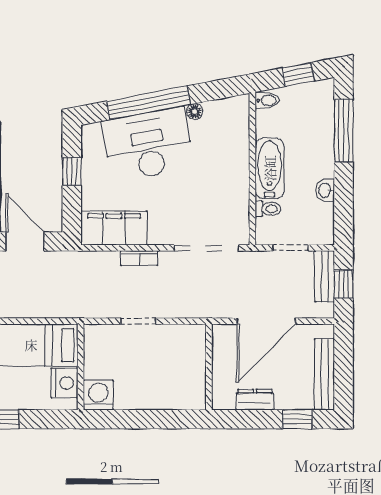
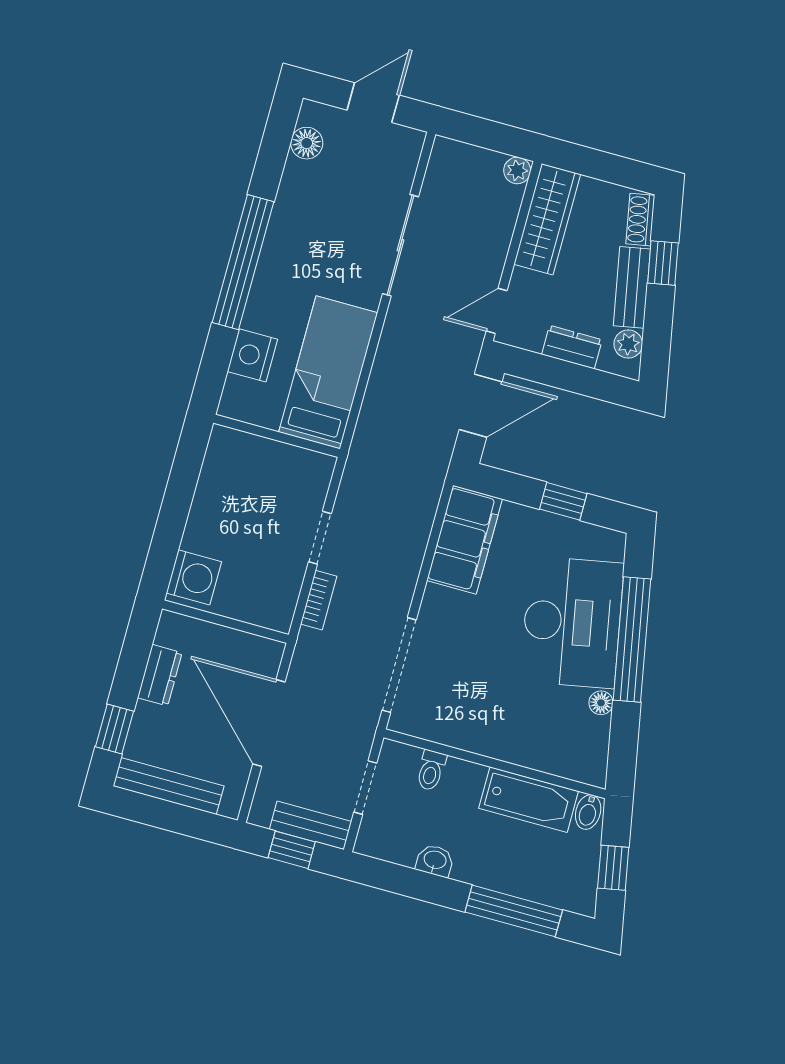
bathtub: (270, 168) -> (529, 800), moved
bookcase: (139, 258) -> (319, 600), moved, turned 180
nightstand: (64, 383) -> (252, 355), moved, turned 90
washing machine: (98, 395) -> (194, 577), moved

